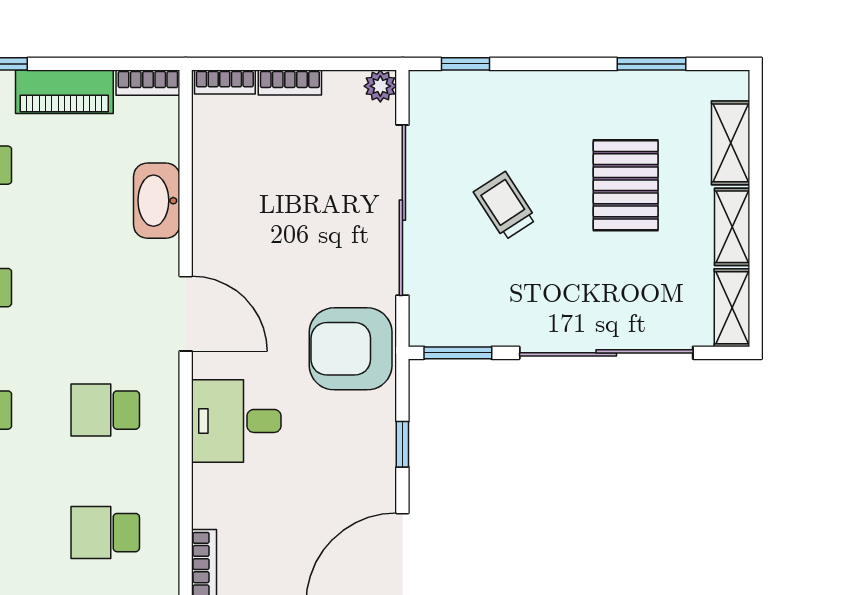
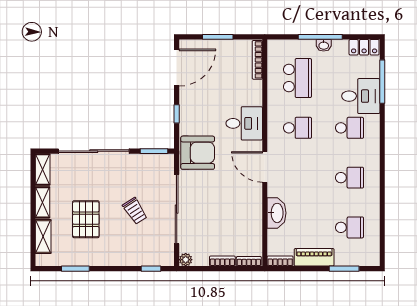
school desk: (105, 533) -> (297, 78), width x1.85

